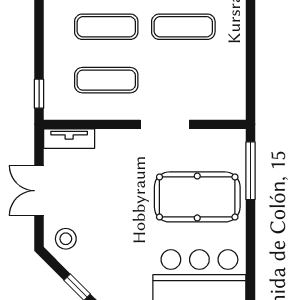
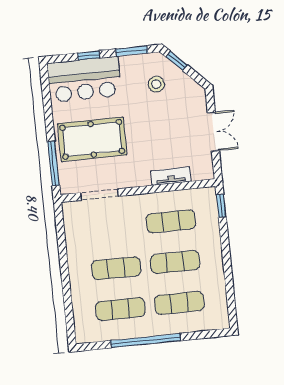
doorway: (165, 124) -> (99, 195), moved
tv unit: (69, 139) -> (171, 176), moved
stool: (66, 239) -> (156, 84), moved

